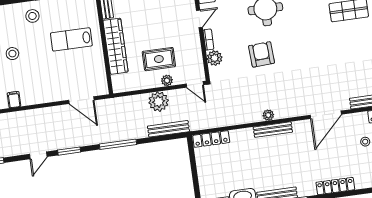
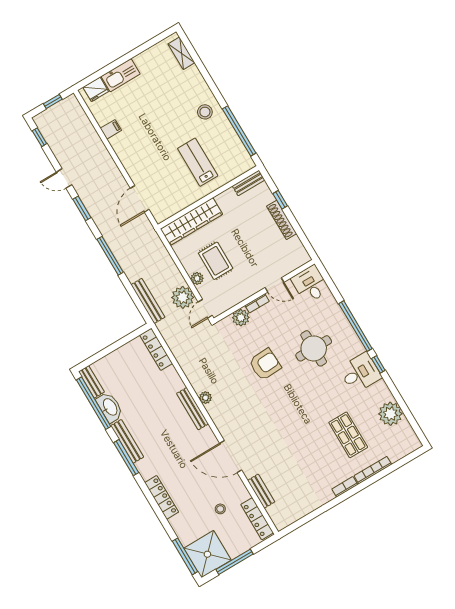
wardrobe: (116, 46) -> (191, 222), moved
stool: (12, 54) -> (158, 108), removed
plant: (159, 102) -> (183, 297), moved

